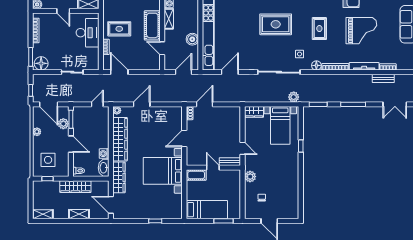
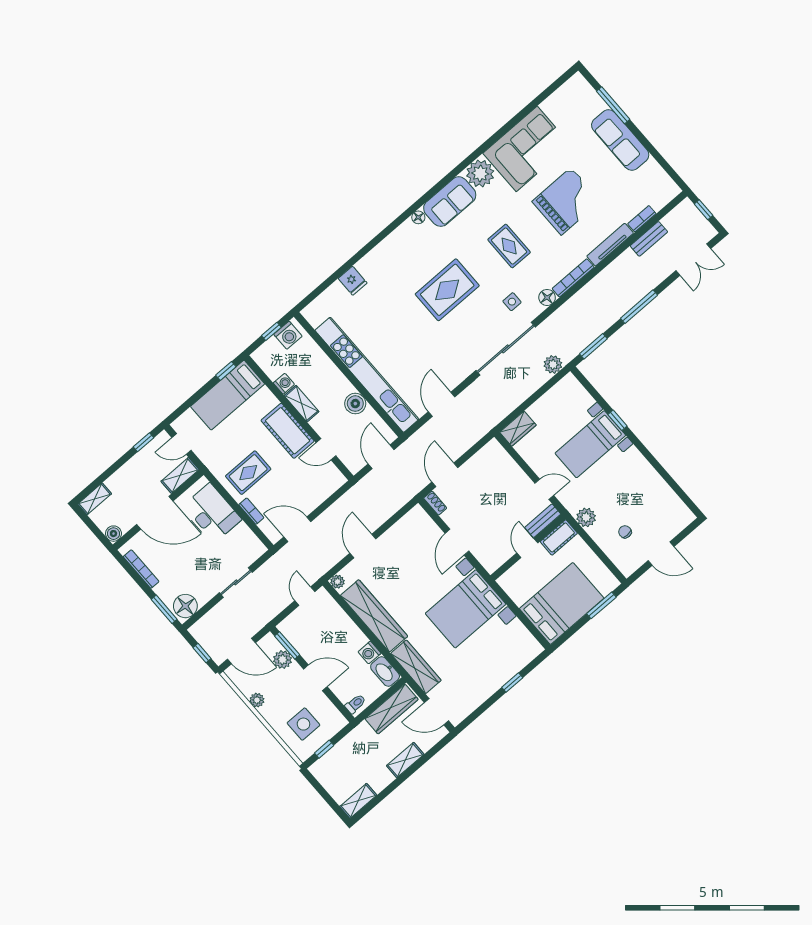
door: (63, 11) -> (155, 513), width x1.88
bed with nightstands: (280, 125) -> (590, 444), moved, turned 90
door: (213, 168) -> (527, 548), hinge flipped
cot: (196, 175) -> (559, 537), moved
wardrobe: (75, 187) -> (391, 709), moved
bed: (207, 210) -> (562, 603), width x1.50

